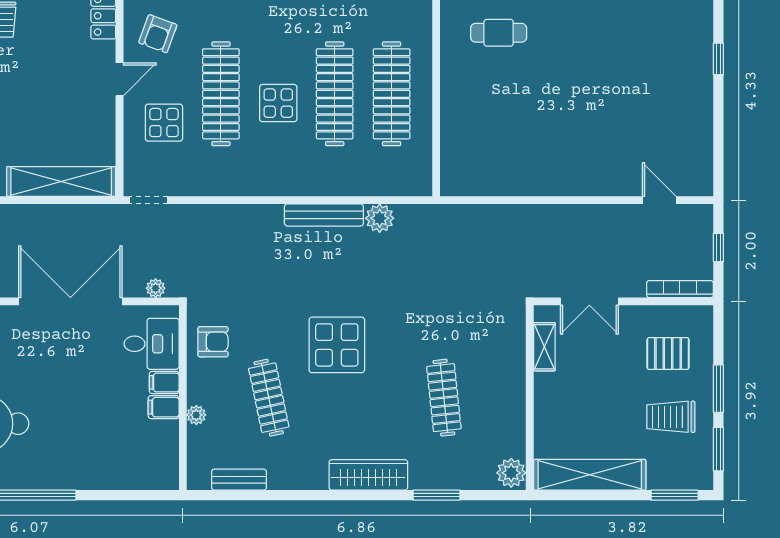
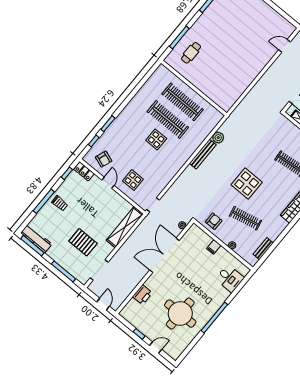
clothes rail: (221, 94) -> (139, 155), removed
desk: (152, 344) -> (230, 278), moved, turned 90
filing cabinet: (164, 407) -> (221, 253), removed

